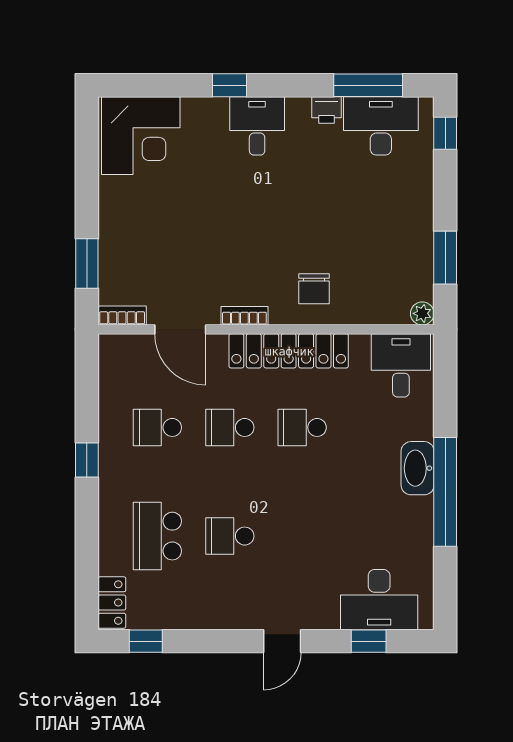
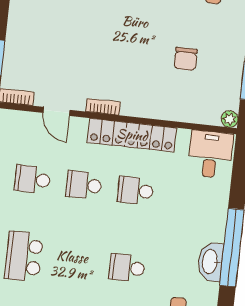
chair: (314, 289) -> (186, 59), moved
door: (180, 329) -> (56, 111), width x0.73
washbasin: (418, 468) -> (210, 262), moved
school desk: (230, 536) -> (127, 268), moved

